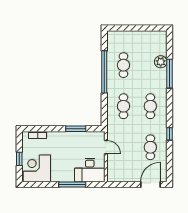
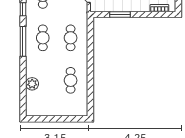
window: (104, 72) -> (90, 73), removed
window: (169, 74) -> (23, 41), moved

